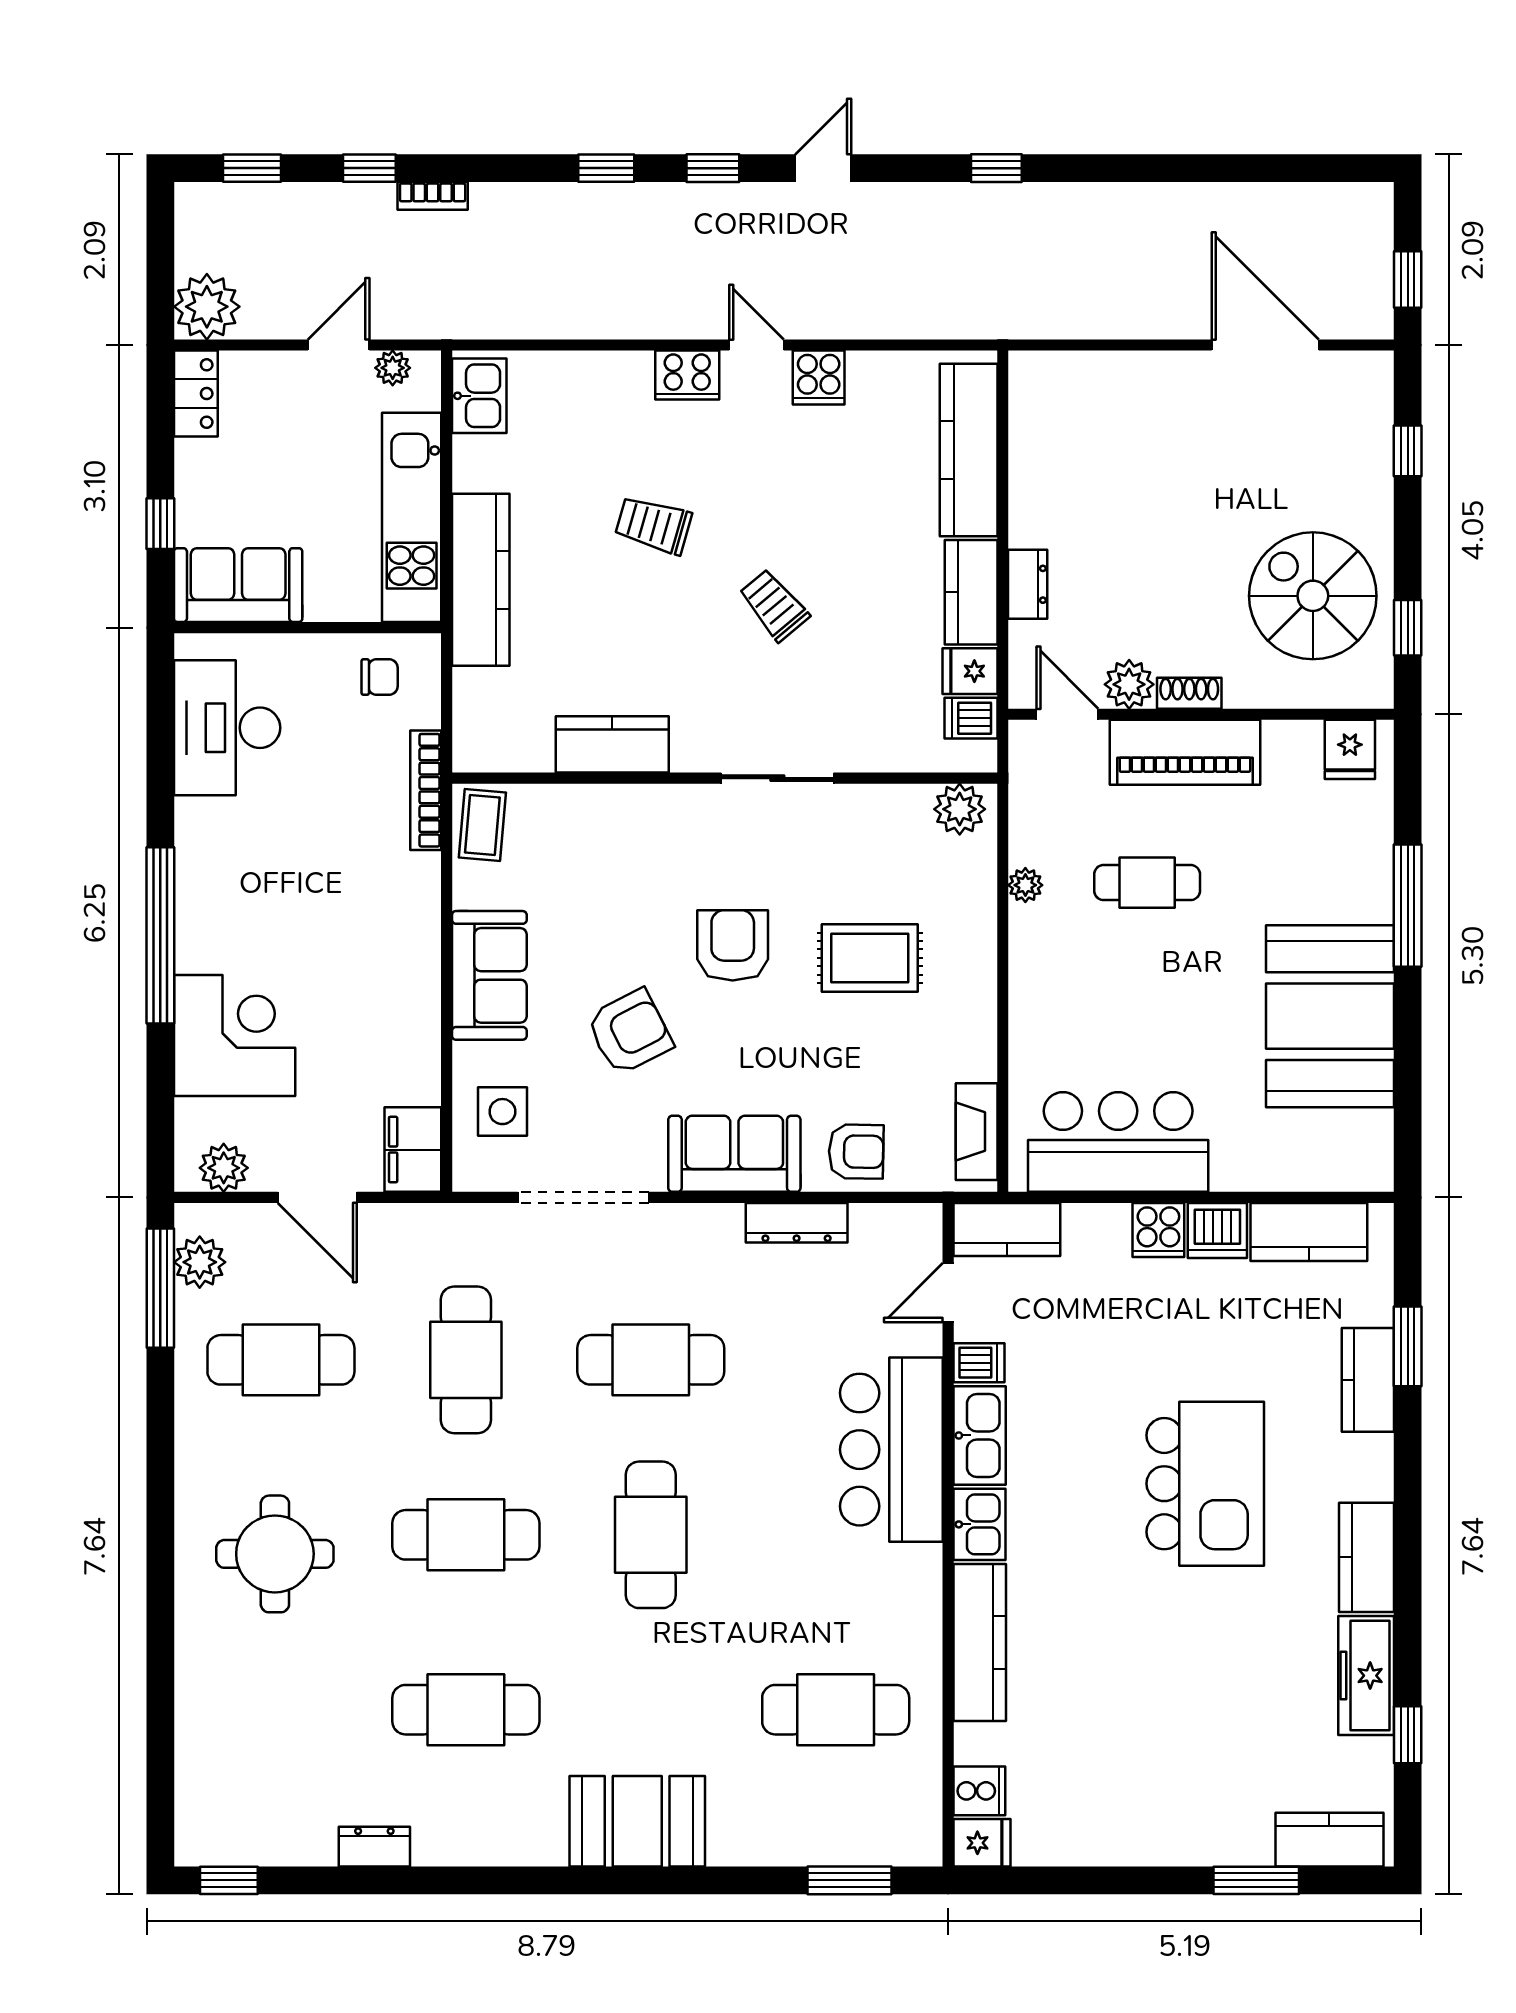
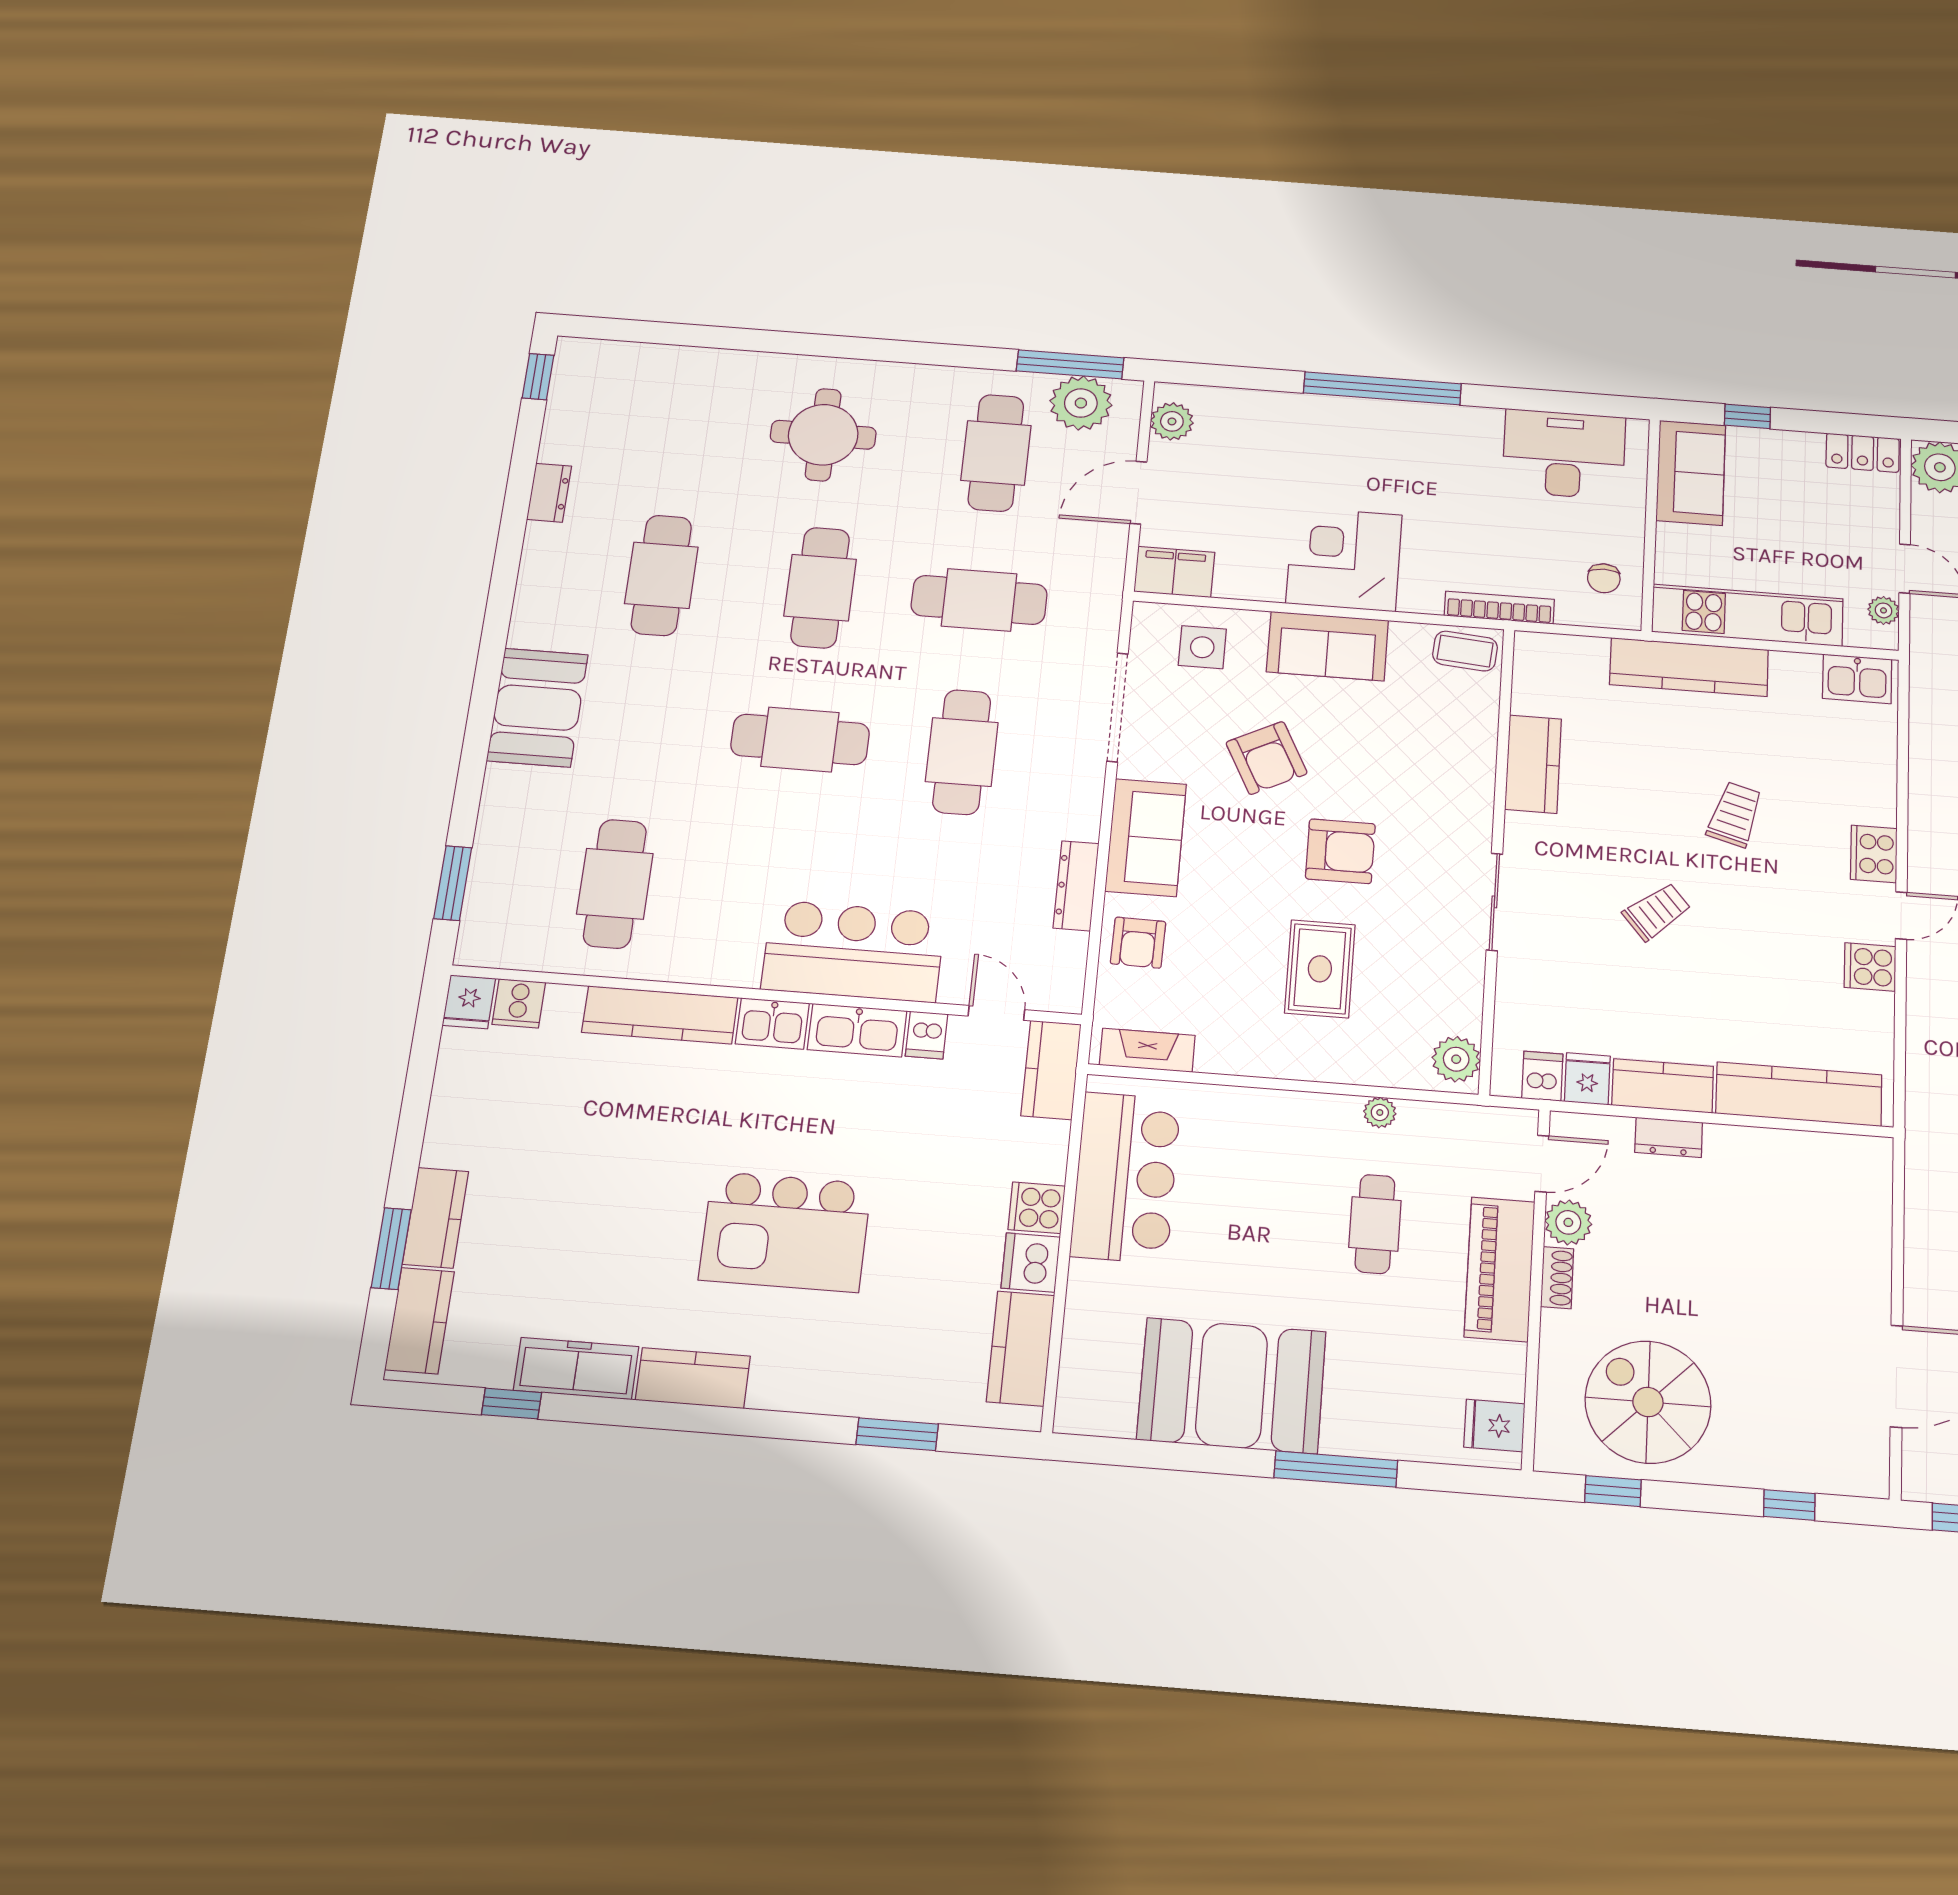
spiral stairs: (1313, 596) -> (1648, 1402), turned -90
corner desk: (235, 1036) -> (1344, 559), moved, turned 180
plant: (200, 1262) -> (1081, 403), width x1.36, depth x1.36
kitchen counter: (1368, 1380) -> (436, 1218), moved, turned 90

